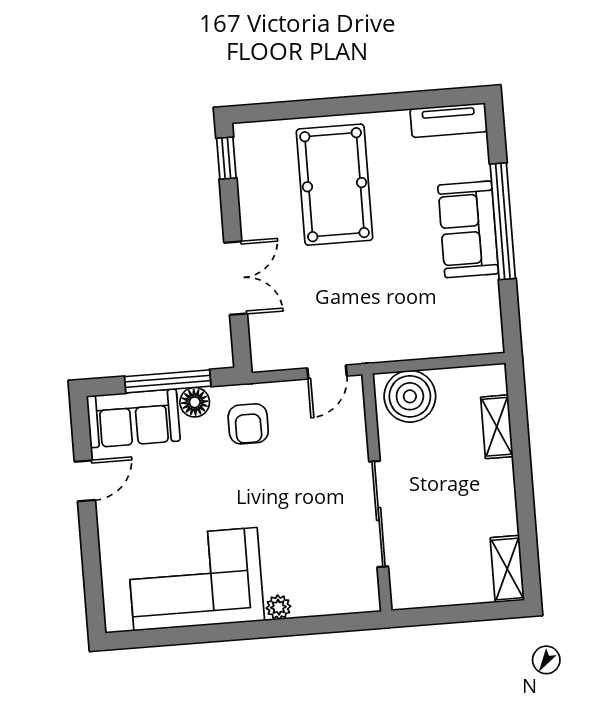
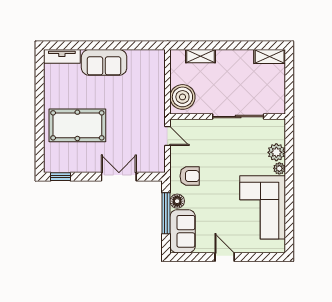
tv unit: (449, 120) -> (62, 56), moved, turned 90
window: (503, 221) -> (101, 45), removed
door: (85, 481) -> (225, 257), moved
plant: (311, 599) -> (276, 152), added

